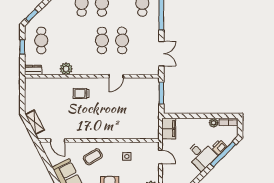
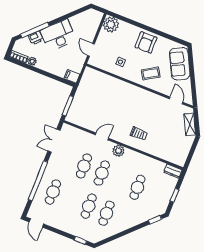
cafe table: (41, 40) -> (137, 187), moved
plant: (66, 69) -> (118, 151), moved
filing cabinet: (169, 129) -> (72, 76), width x0.50
desk: (201, 155) -> (58, 35), width x1.37

